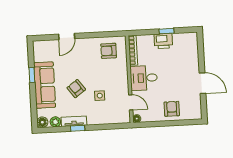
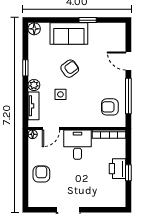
window: (98, 35) -> (128, 96), added
armchair: (109, 51) -> (110, 107), turned -90
sofa: (45, 85) -> (69, 34), width x0.73
armchair: (172, 109) -> (41, 174), turned -90
tv unit: (74, 121) -> (33, 106), moved
plant: (55, 122) -> (34, 85), moved

